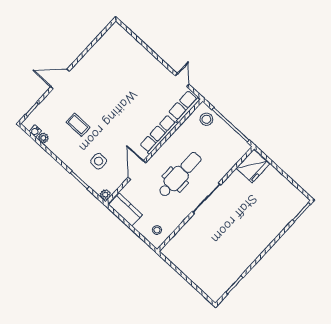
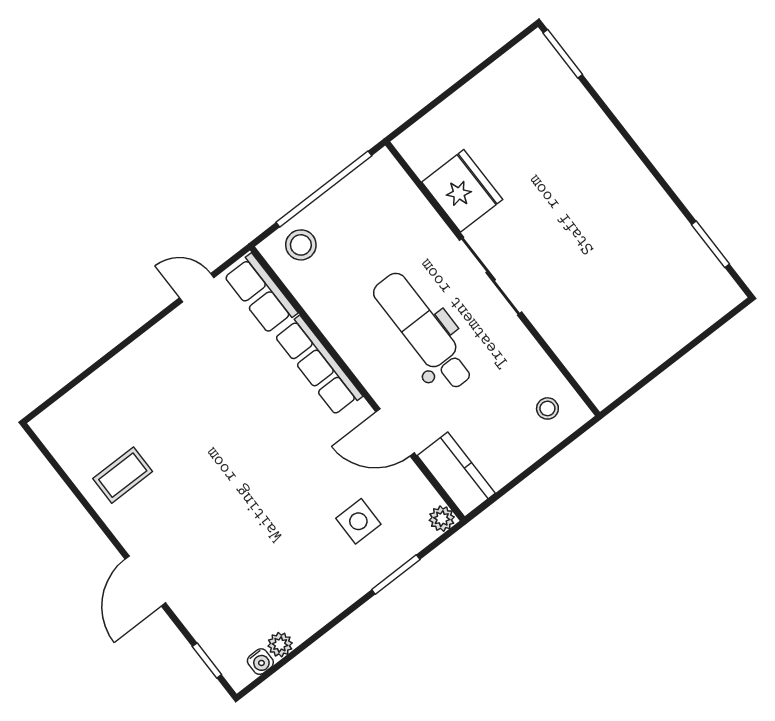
coffee table: (78, 125) -> (123, 475), moved
fridge: (253, 166) -> (462, 191), moved
kitchen counter: (125, 210) -> (456, 474), moved, turned 90

